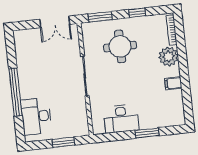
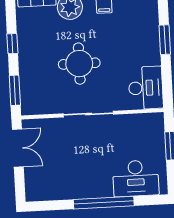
round table: (120, 46) -> (79, 64), moved
desk: (121, 119) -> (146, 88), moved

